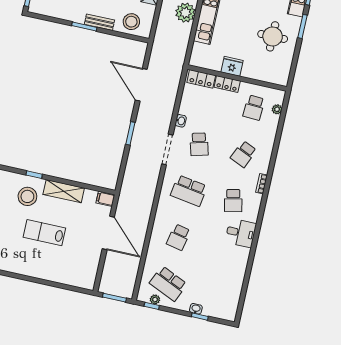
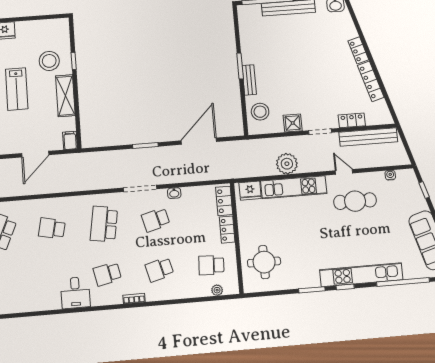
round table: (273, 36) -> (264, 262), moved
fridge: (232, 66) -> (250, 191), moved, turned 90
school desk: (244, 154) -> (159, 270), turned -39
lab bench: (44, 233) -> (17, 89), turned 180
door: (108, 233) -> (35, 154), width x0.73

